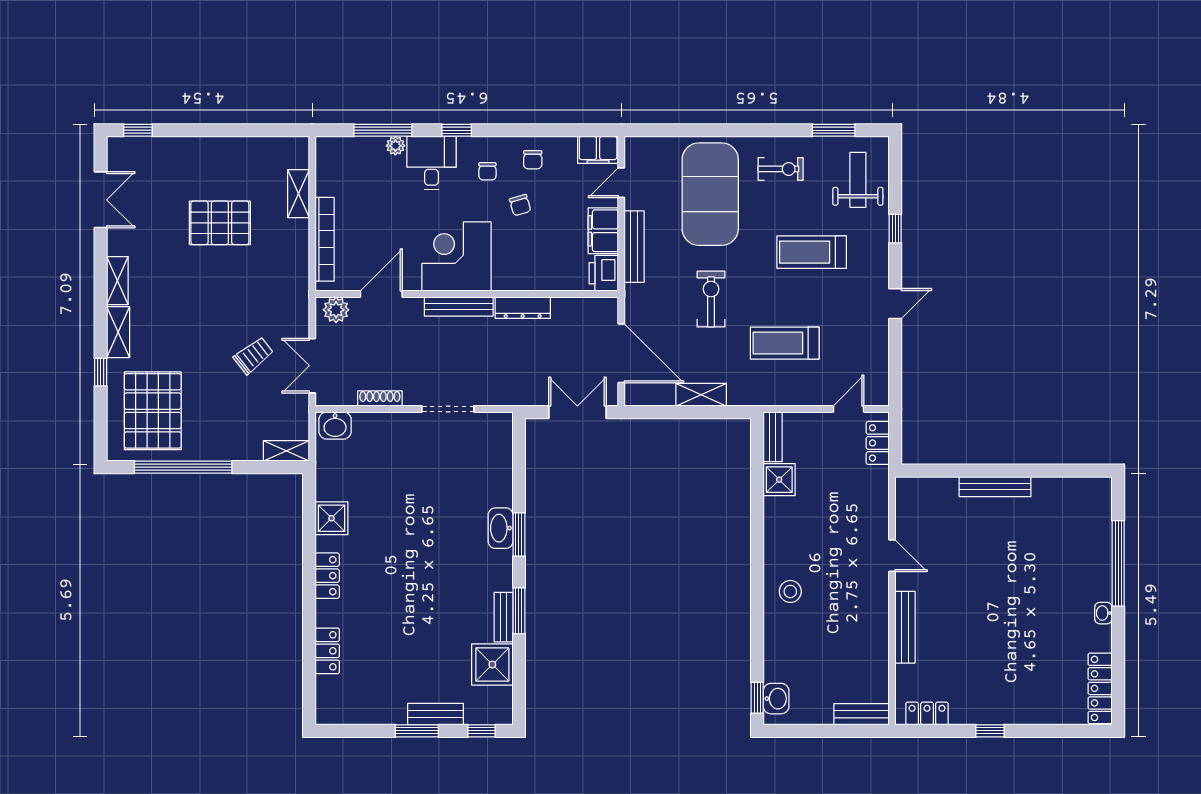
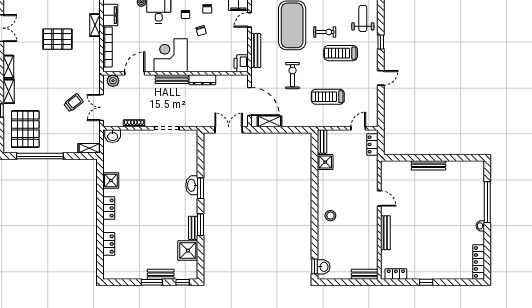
exercise bike: (781, 169) -> (325, 32), moved
filing cabinet: (603, 231) -> (110, 15), moved, turned 180
shelving: (701, 395) -> (269, 121), moved

